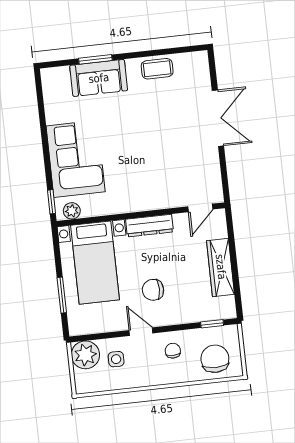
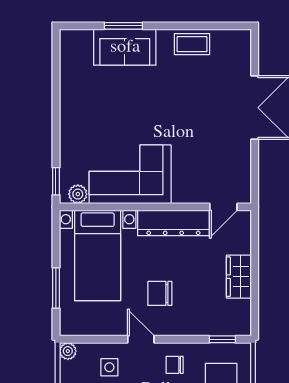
corner sofa: (76, 159) -> (130, 174), moved, turned -90
dresser: (150, 226) -> (173, 223), width x1.37, depth x1.24
wardrobe: (221, 267) -> (239, 277), width x0.67
chair: (173, 351) -> (175, 365), turned -90
plant: (85, 355) -> (68, 351), width x0.53, depth x0.53

